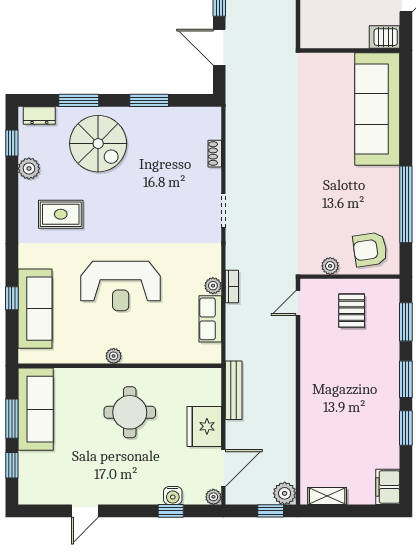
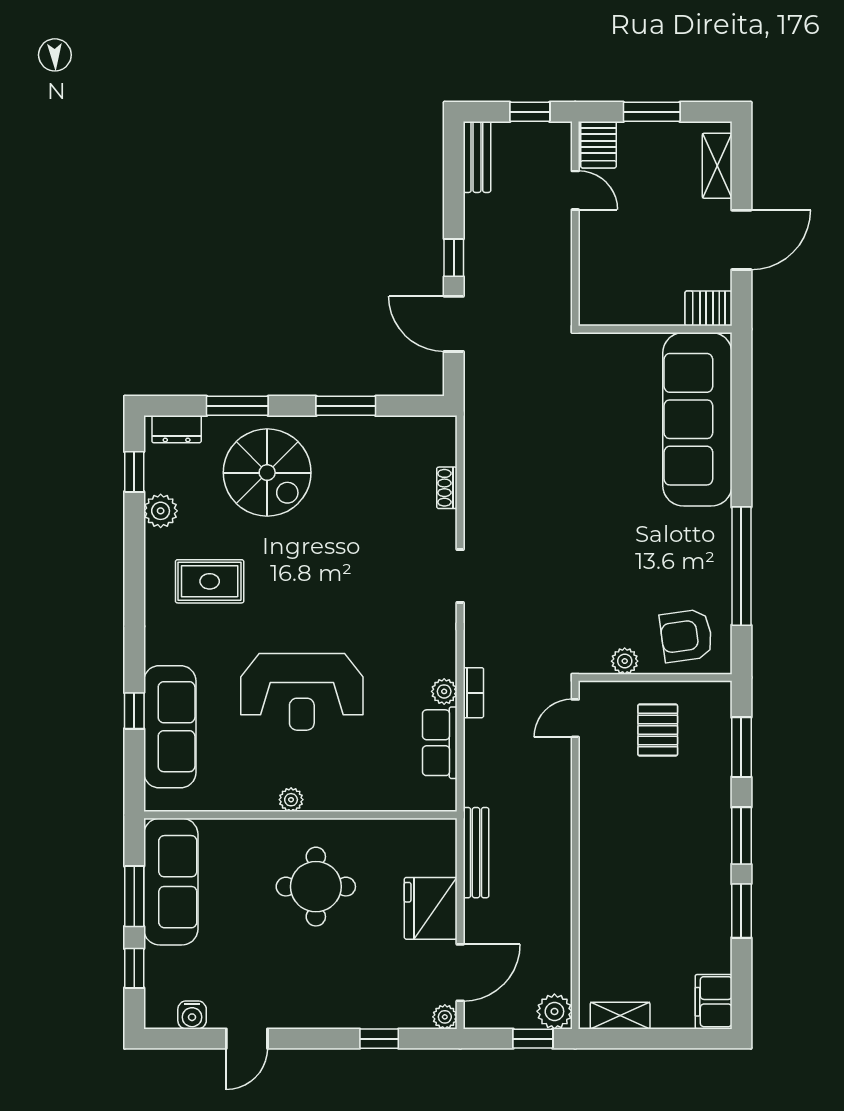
water cooler: (173, 496) -> (192, 1015), moved

